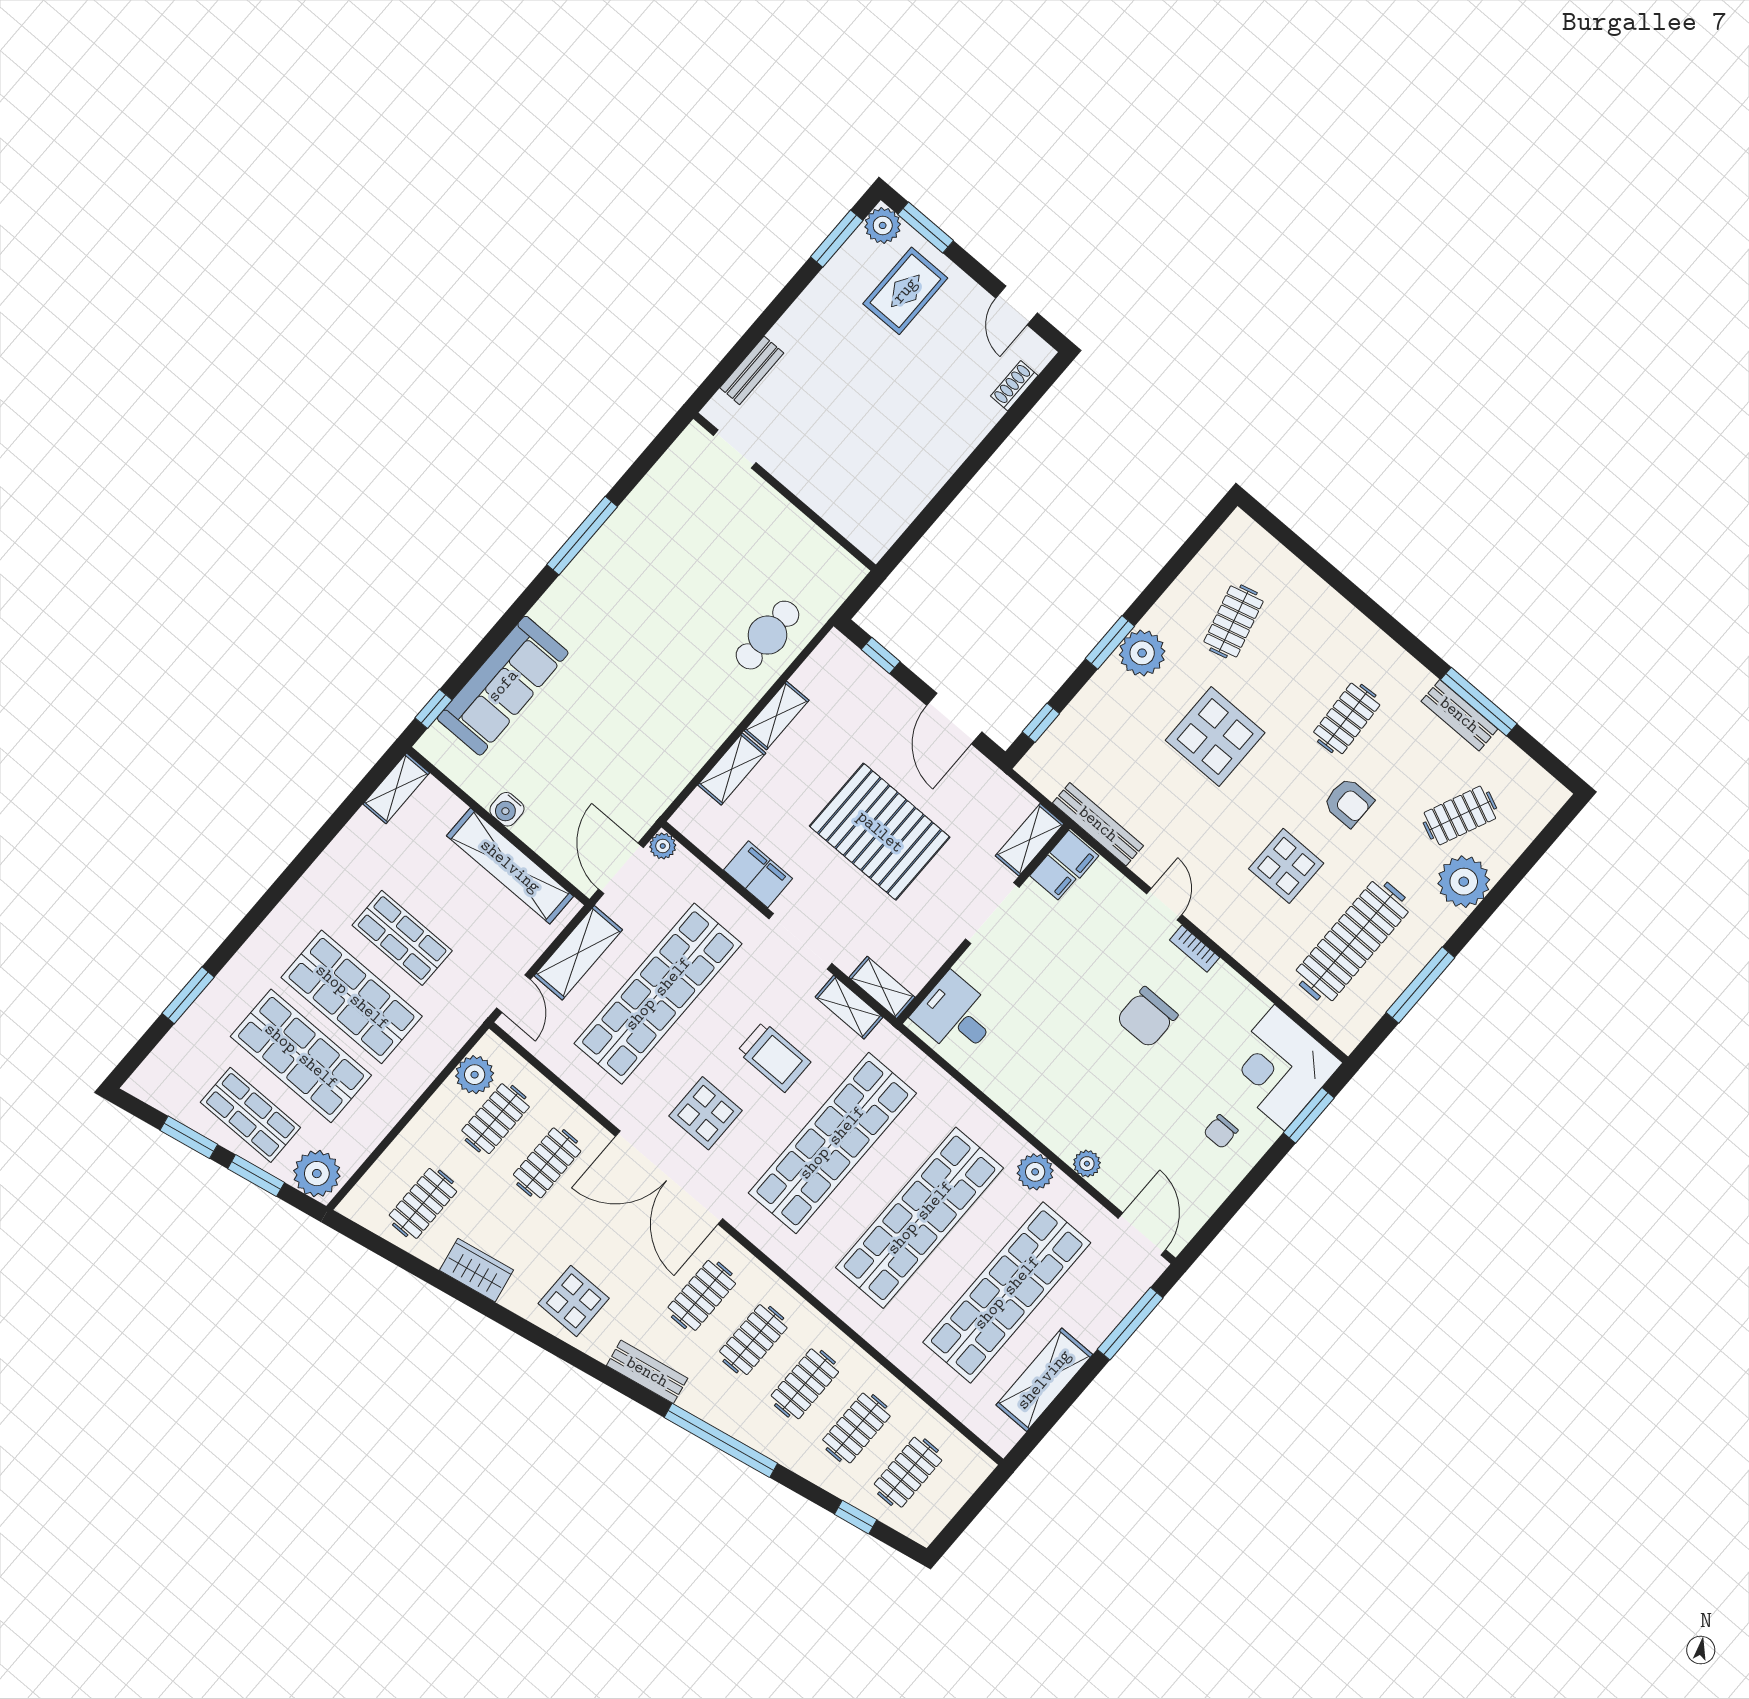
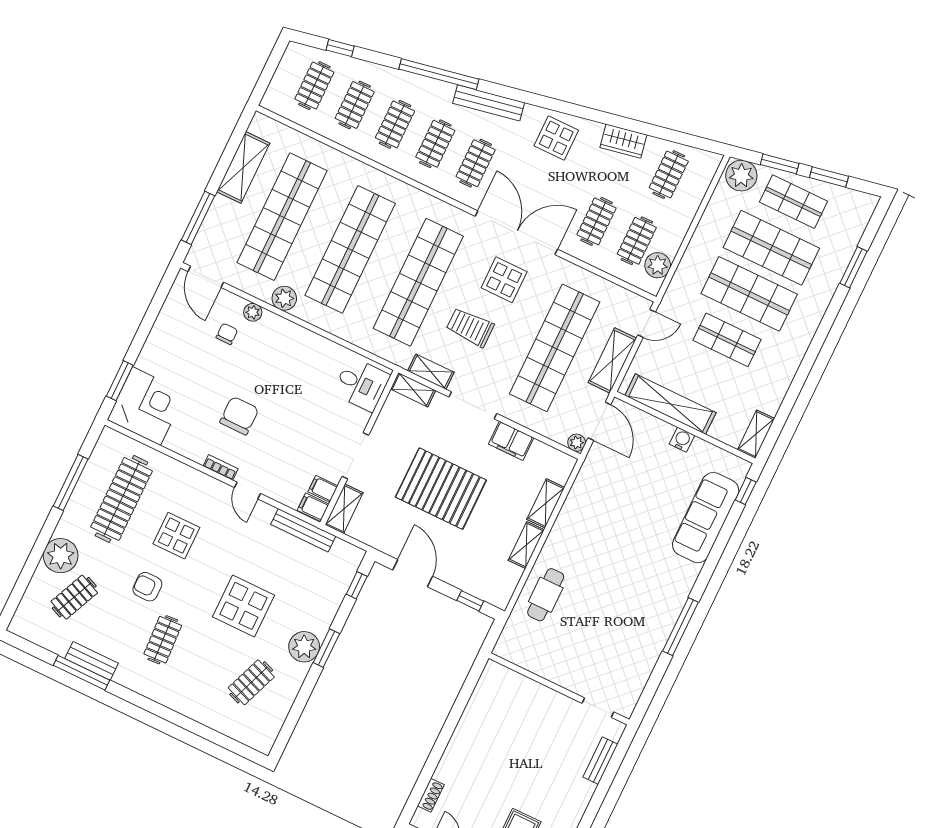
clothes rail: (1234, 621) -> (251, 682), turned 36
door: (514, 994) -> (647, 323), swing flipped
chair: (1221, 1132) -> (227, 334), moved
bench: (647, 1372) -> (489, 103), width x1.36

